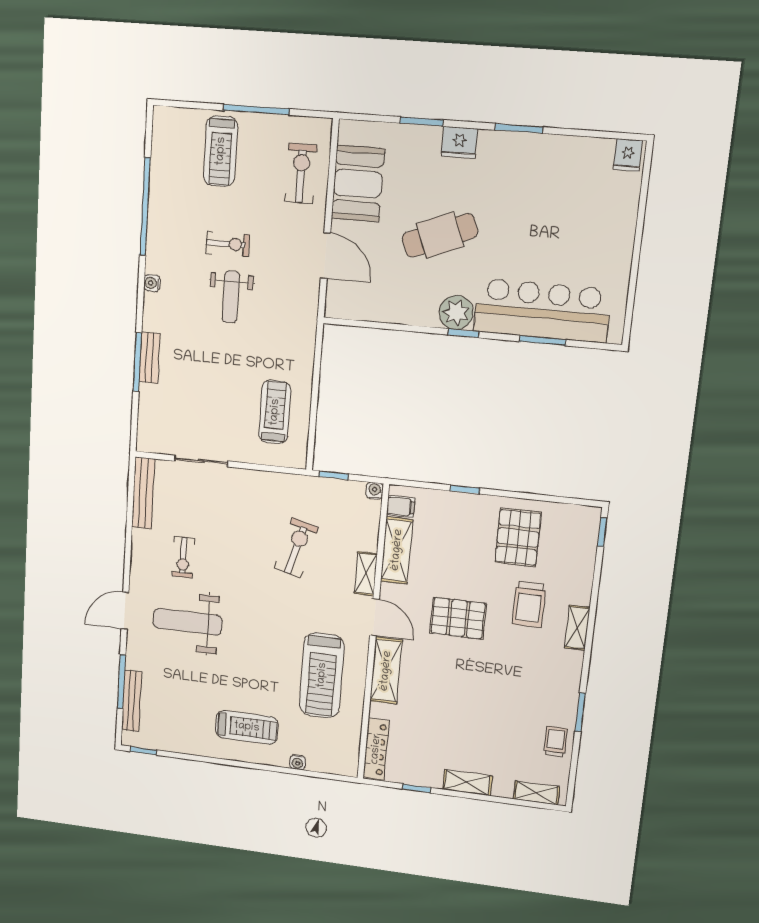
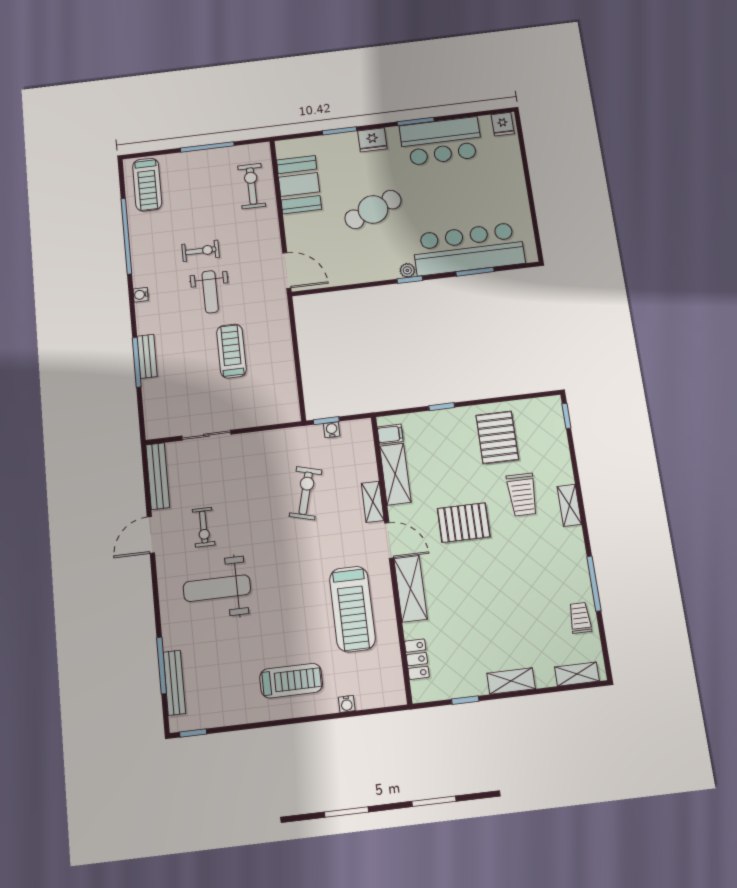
treadmill: (221, 151) -> (147, 185), moved
bar counter: (544, 162) -> (441, 141), added
door: (326, 256) -> (287, 270), moved
plant: (456, 313) -> (407, 270), width x0.53, depth x0.53
treadmill: (275, 412) -> (231, 351), moved
water cooler: (375, 491) -> (332, 430), moved
door: (125, 611) -> (151, 535), moved
window: (580, 712) -> (594, 584), width x1.44
locker: (376, 749) -> (417, 659), width x0.66

